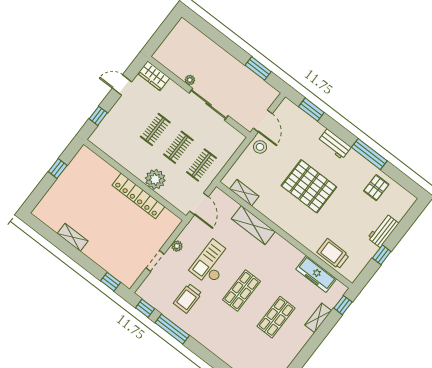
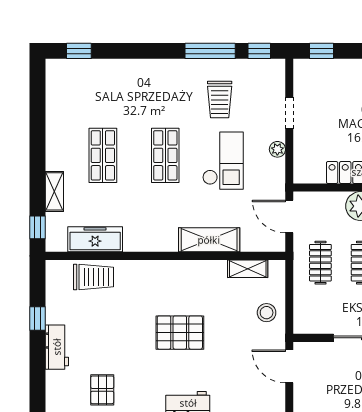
stool: (260, 147) -> (267, 313), moved
pallet: (309, 186) -> (180, 333), width x0.73, depth x0.71
trolley: (188, 298) -> (220, 99), turned 180

